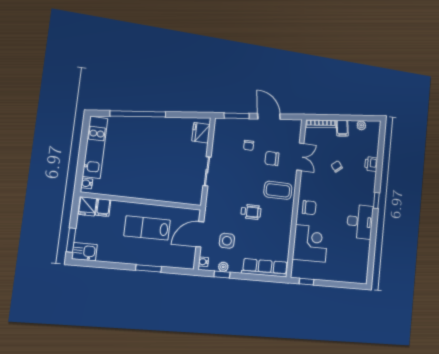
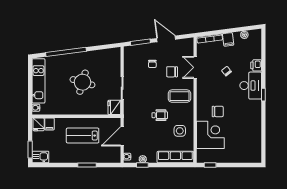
fridge: (201, 133) -> (114, 107), moved
round table: (156, 157) -> (82, 82), added
double door: (300, 157) -> (195, 67), swing flipped
chair: (309, 208) -> (218, 111), moved
desk: (360, 222) -> (251, 86), moved
side table: (227, 241) -> (180, 131), moved

